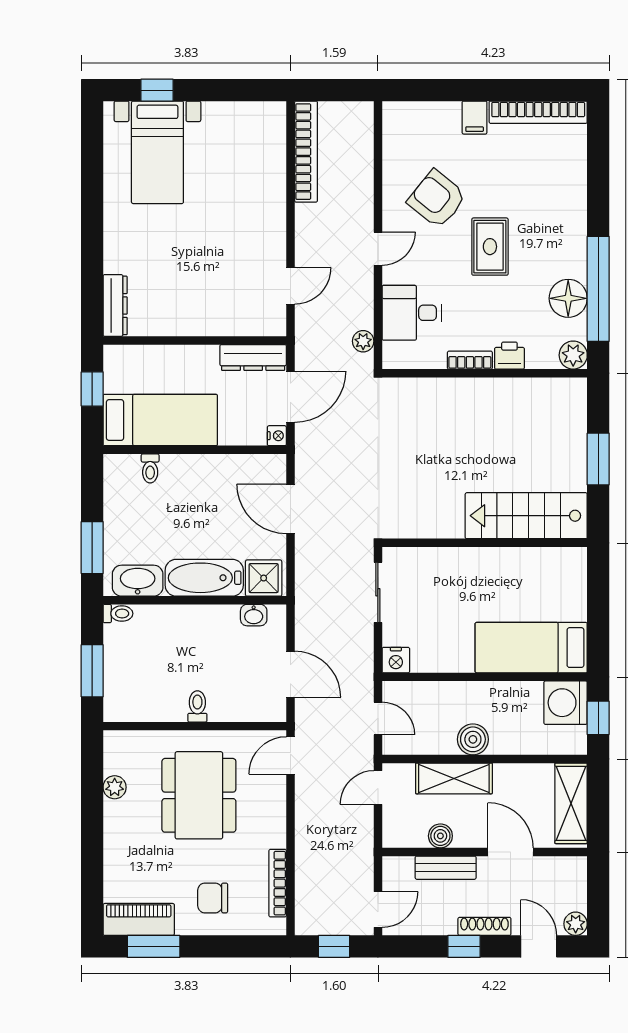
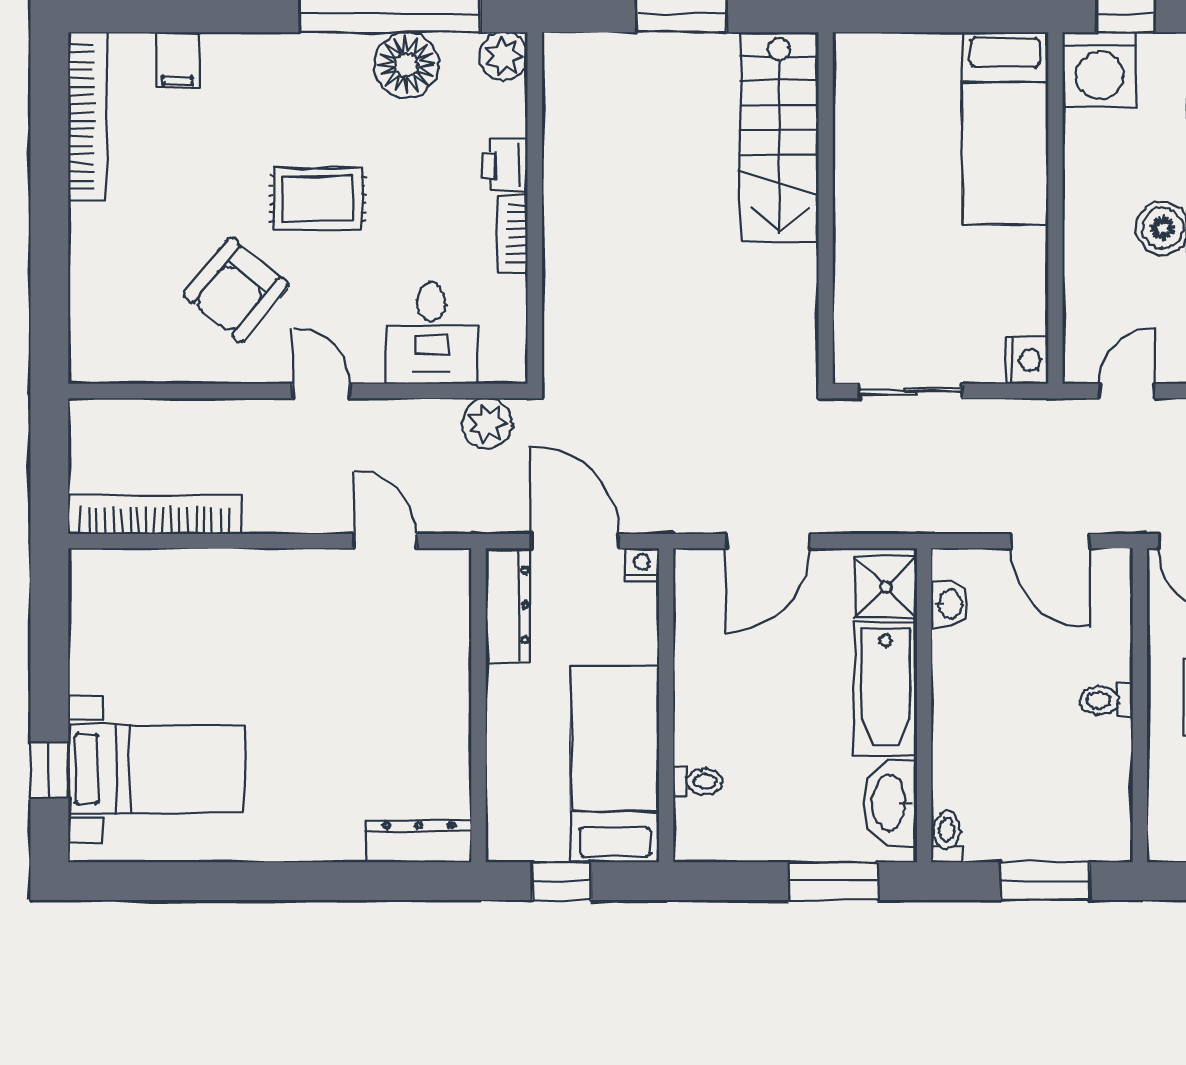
filing cabinet: (475, 118) -> (178, 61), moved, turned 90
plant: (363, 341) -> (487, 423), width x1.38, depth x1.38
door: (290, 674) -> (1051, 541), swing flipped

